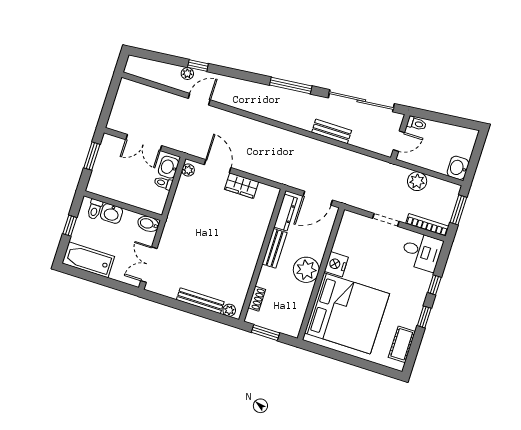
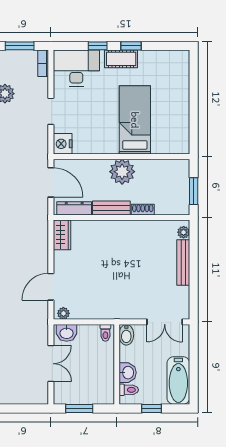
toilet: (163, 183) -> (105, 333), moved
wardrobe: (242, 186) -> (62, 235), moved
bookcase: (427, 225) -> (43, 63), width x0.64
desk: (422, 252) -> (76, 68), width x1.37
nightstand: (336, 264) -> (63, 144), moved, turned 90
shoe rack: (257, 299) -> (143, 210), moved
bed: (347, 313) -> (135, 120), width x0.49
cot: (402, 344) -> (121, 59), moved

